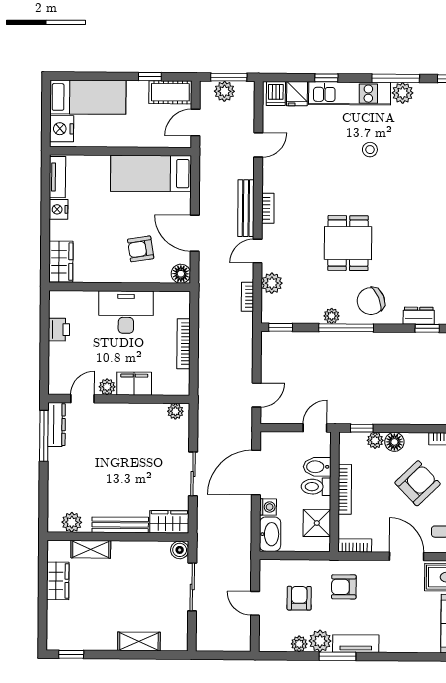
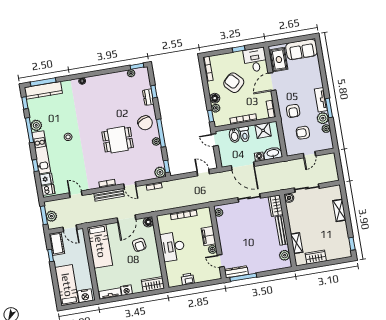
plant: (272, 283) -> (160, 172), moved

